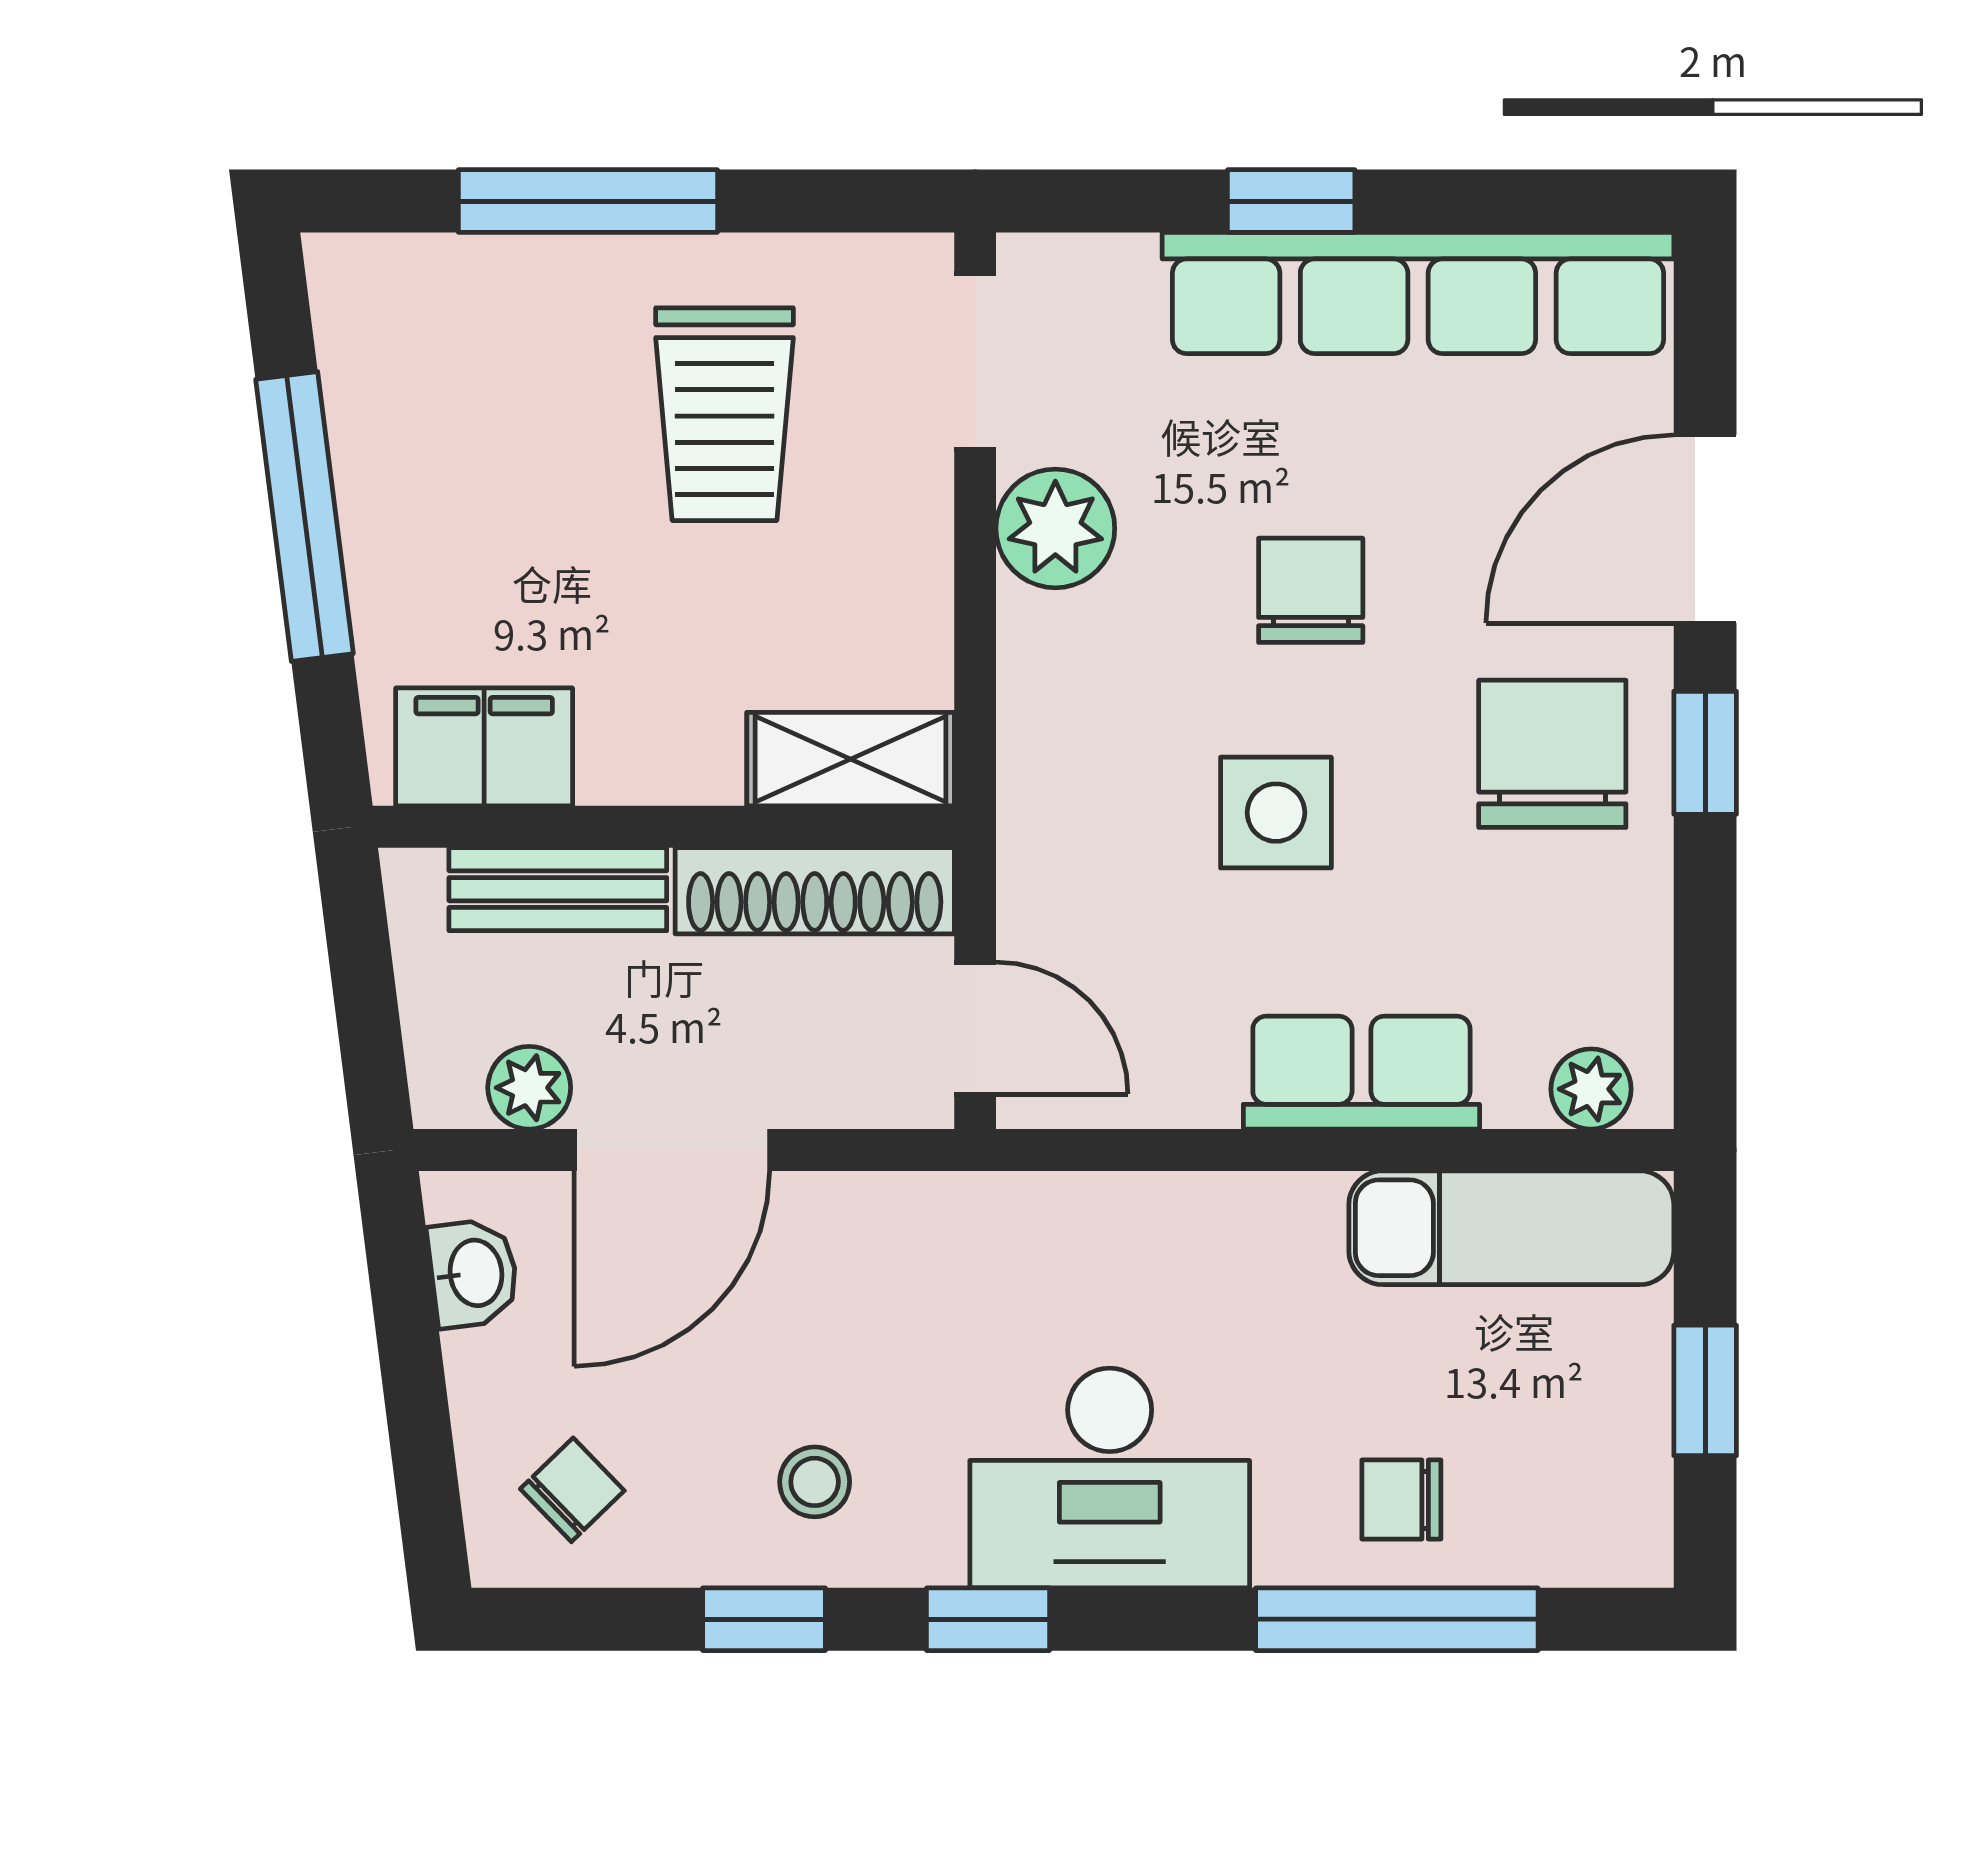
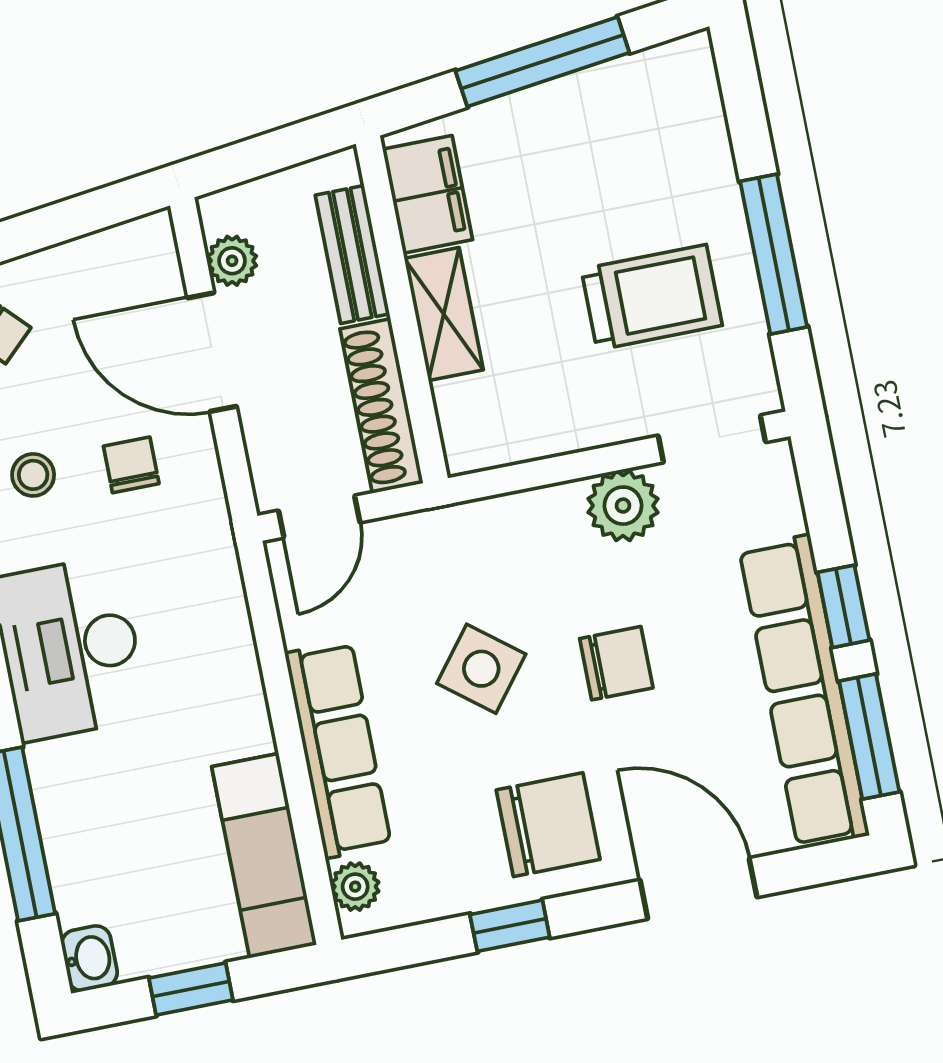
window: (588, 201) -> (774, 254), moved
window: (1512, 201) -> (869, 737), added
trolley: (725, 414) -> (652, 297), turned 180
window: (1705, 753) -> (510, 926), moved
shelving: (851, 759) -> (444, 314), moved
side table: (1276, 813) -> (481, 669), turned 38
row of seats: (1361, 1073) -> (338, 749), width x1.48
washbasin: (473, 1273) -> (89, 958), moved, turned -83
chair: (1401, 1500) -> (131, 465), moved

